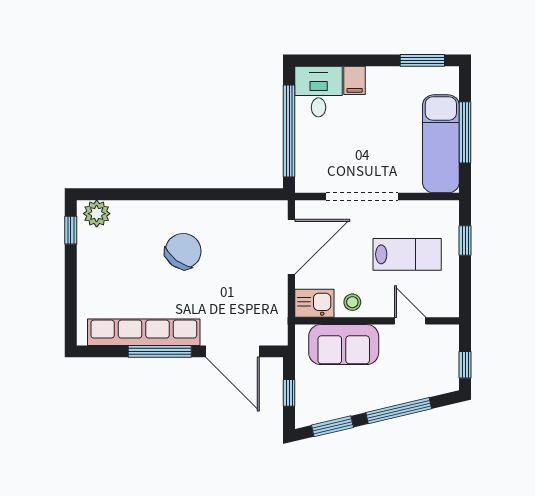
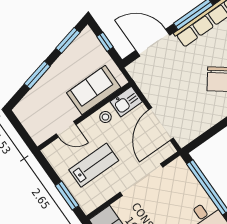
window: (465, 241) -> (67, 196), width x1.50
lab bench: (407, 254) -> (94, 165), turned 180
window: (465, 365) -> (18, 126), removed
window: (399, 411) -> (37, 75), width x0.69

